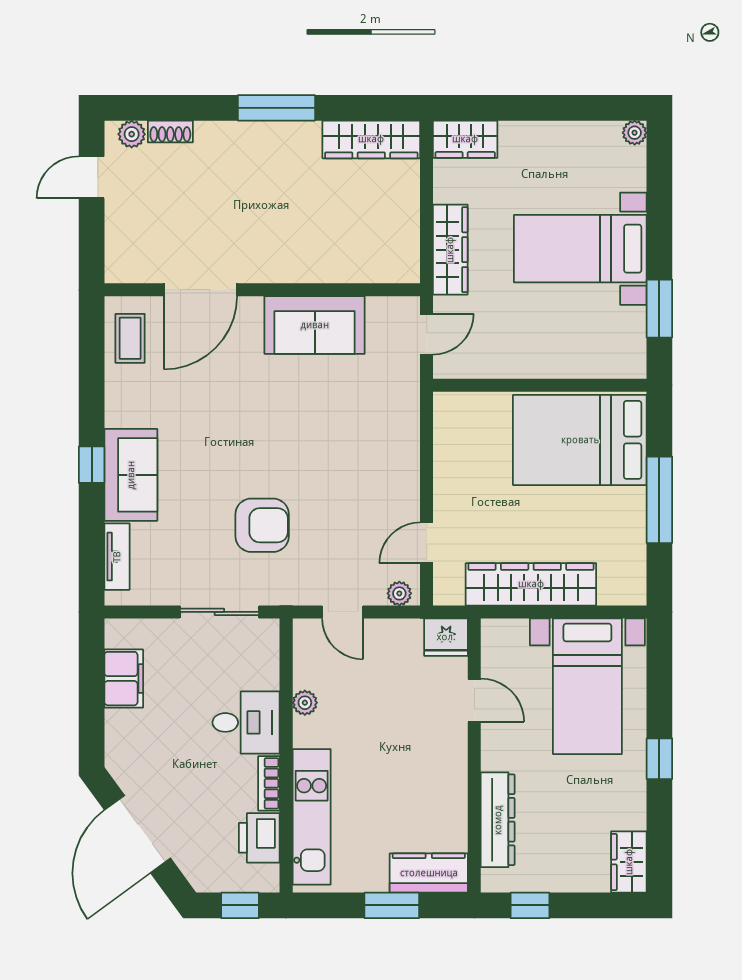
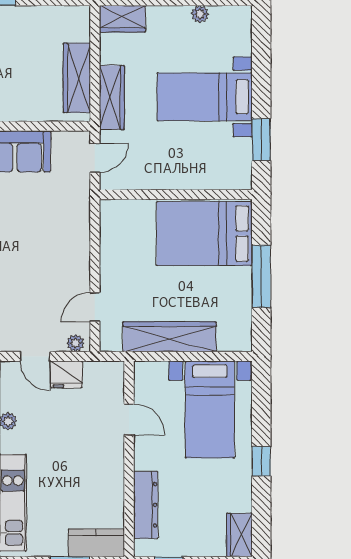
plant: (635, 133) -> (200, 14), moved
wardrobe: (371, 139) -> (77, 78), moved, turned 90
fridge: (446, 637) -> (67, 374), moved

